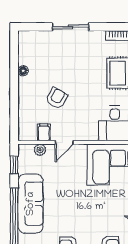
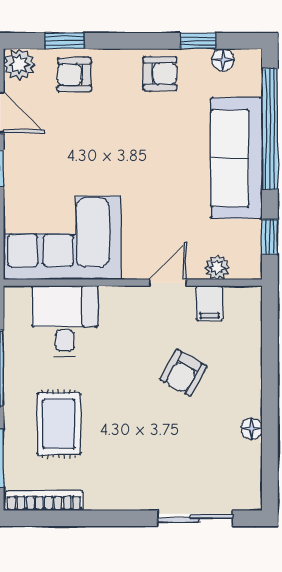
sliding door: (70, 27) -> (195, 518), moved

